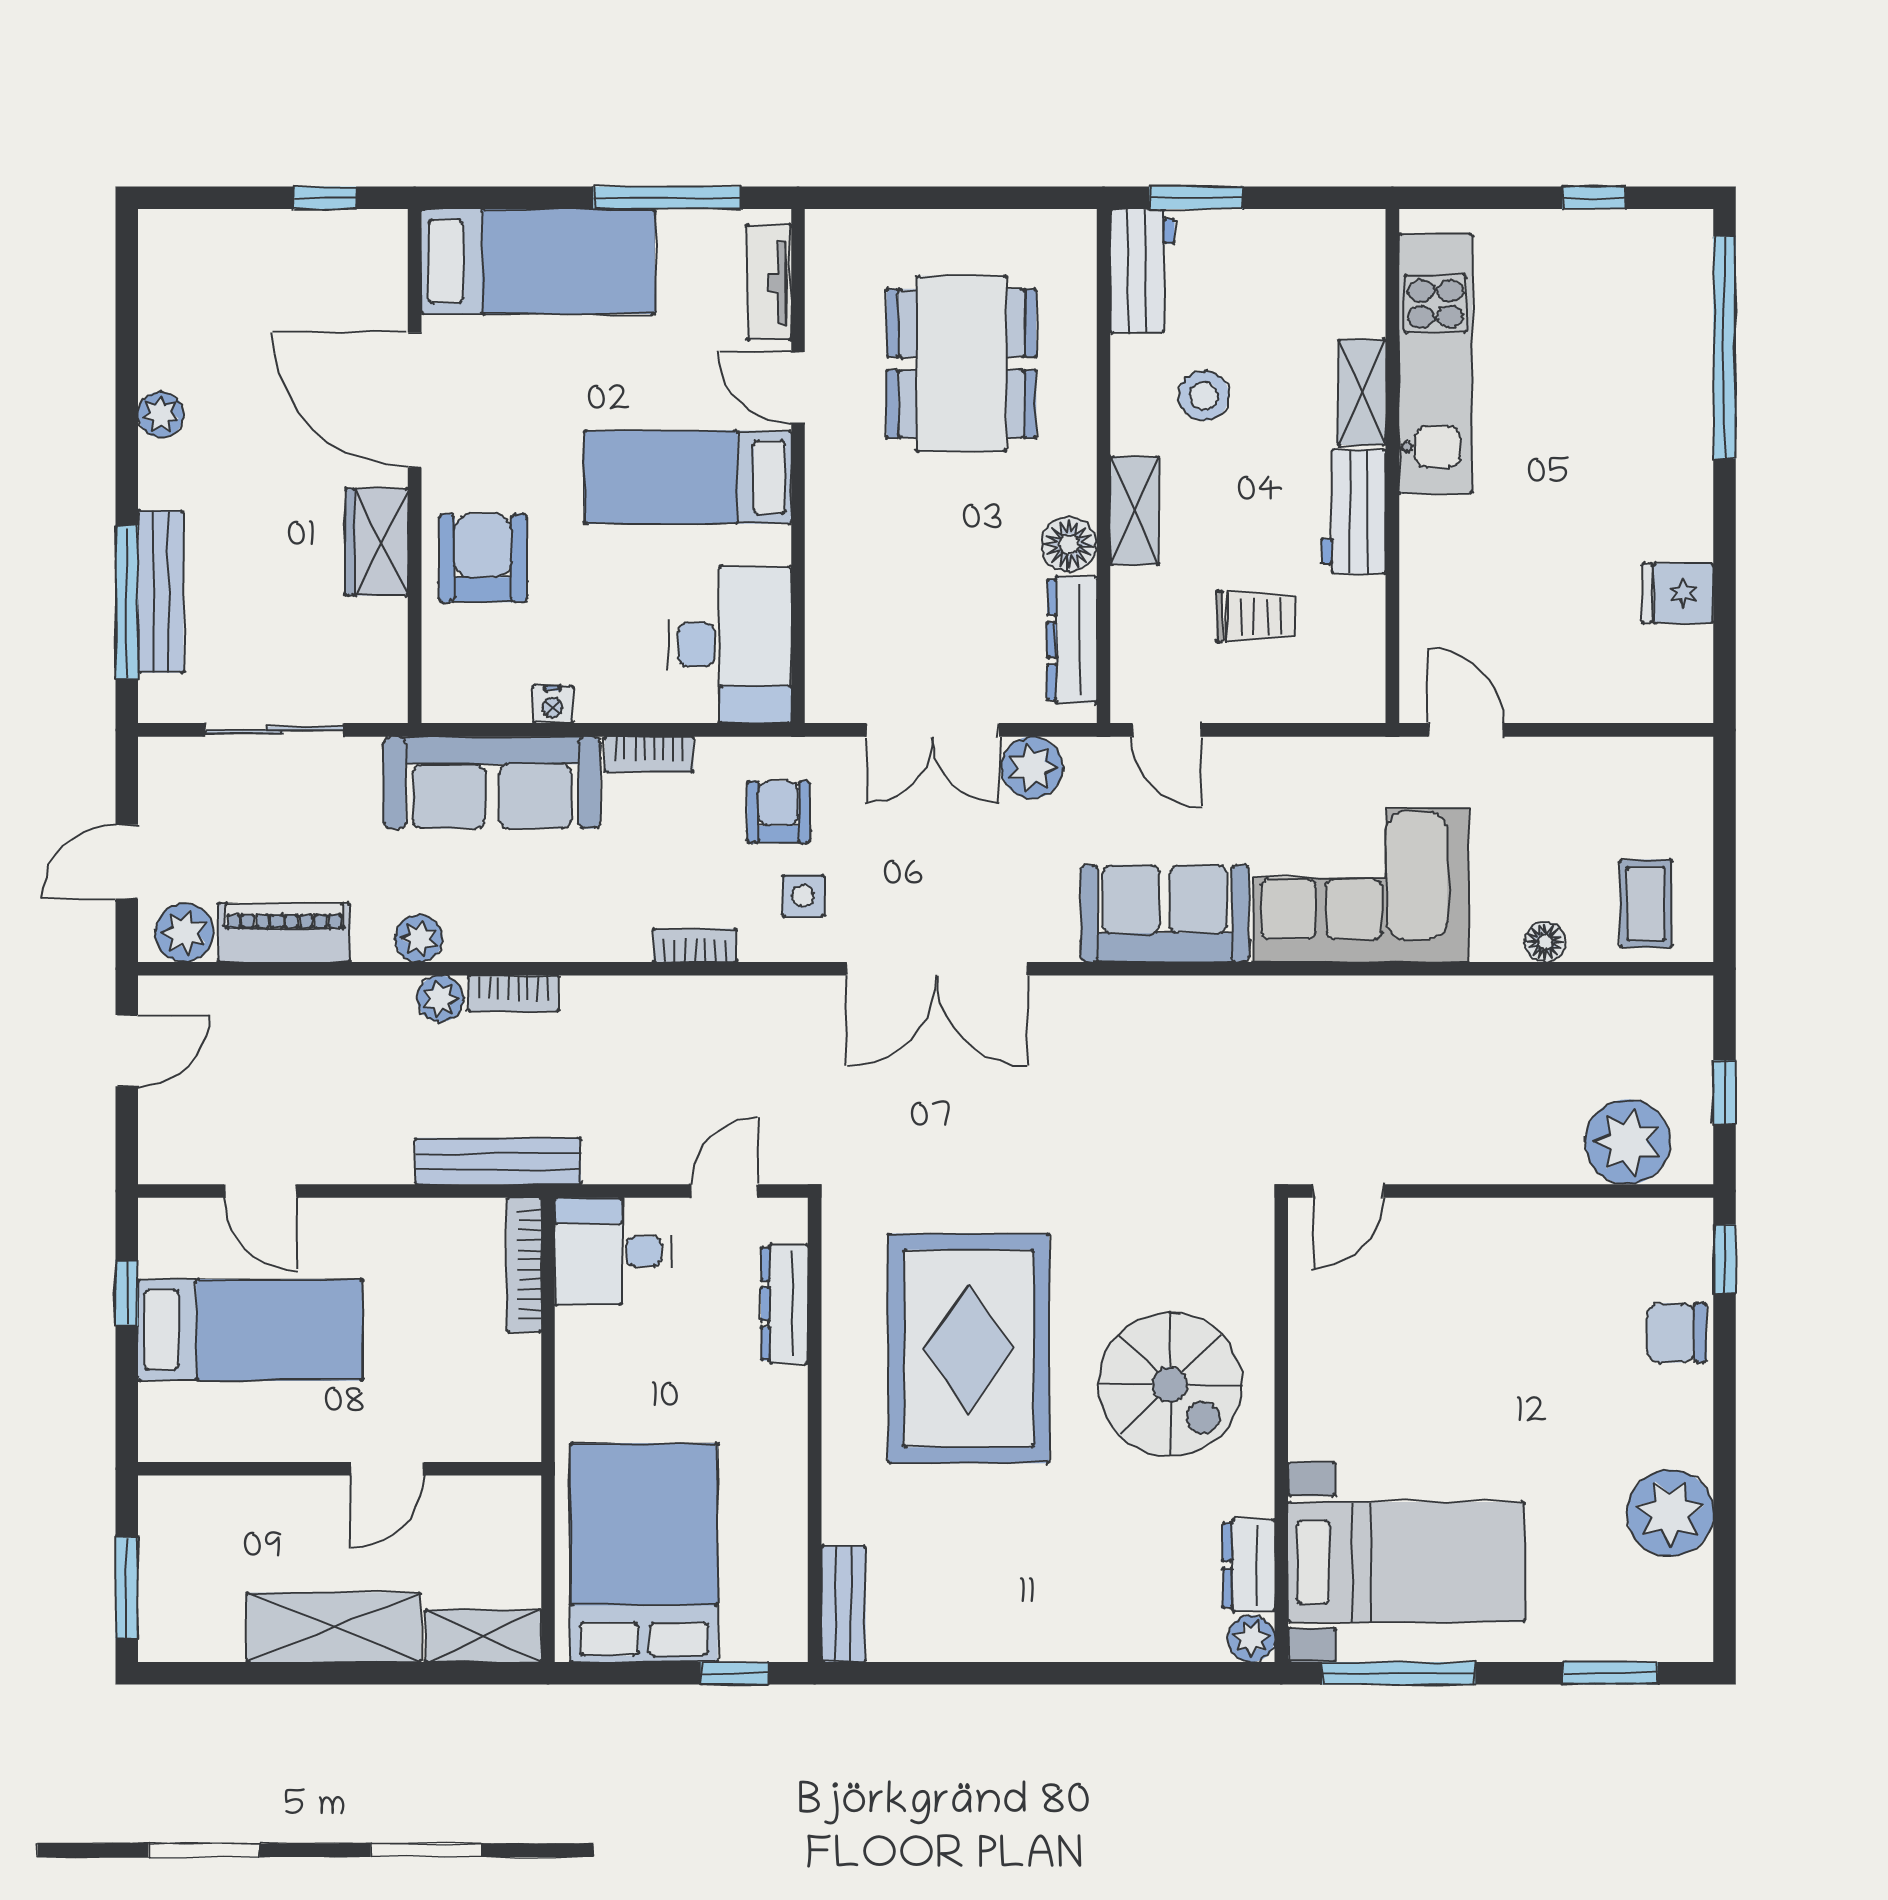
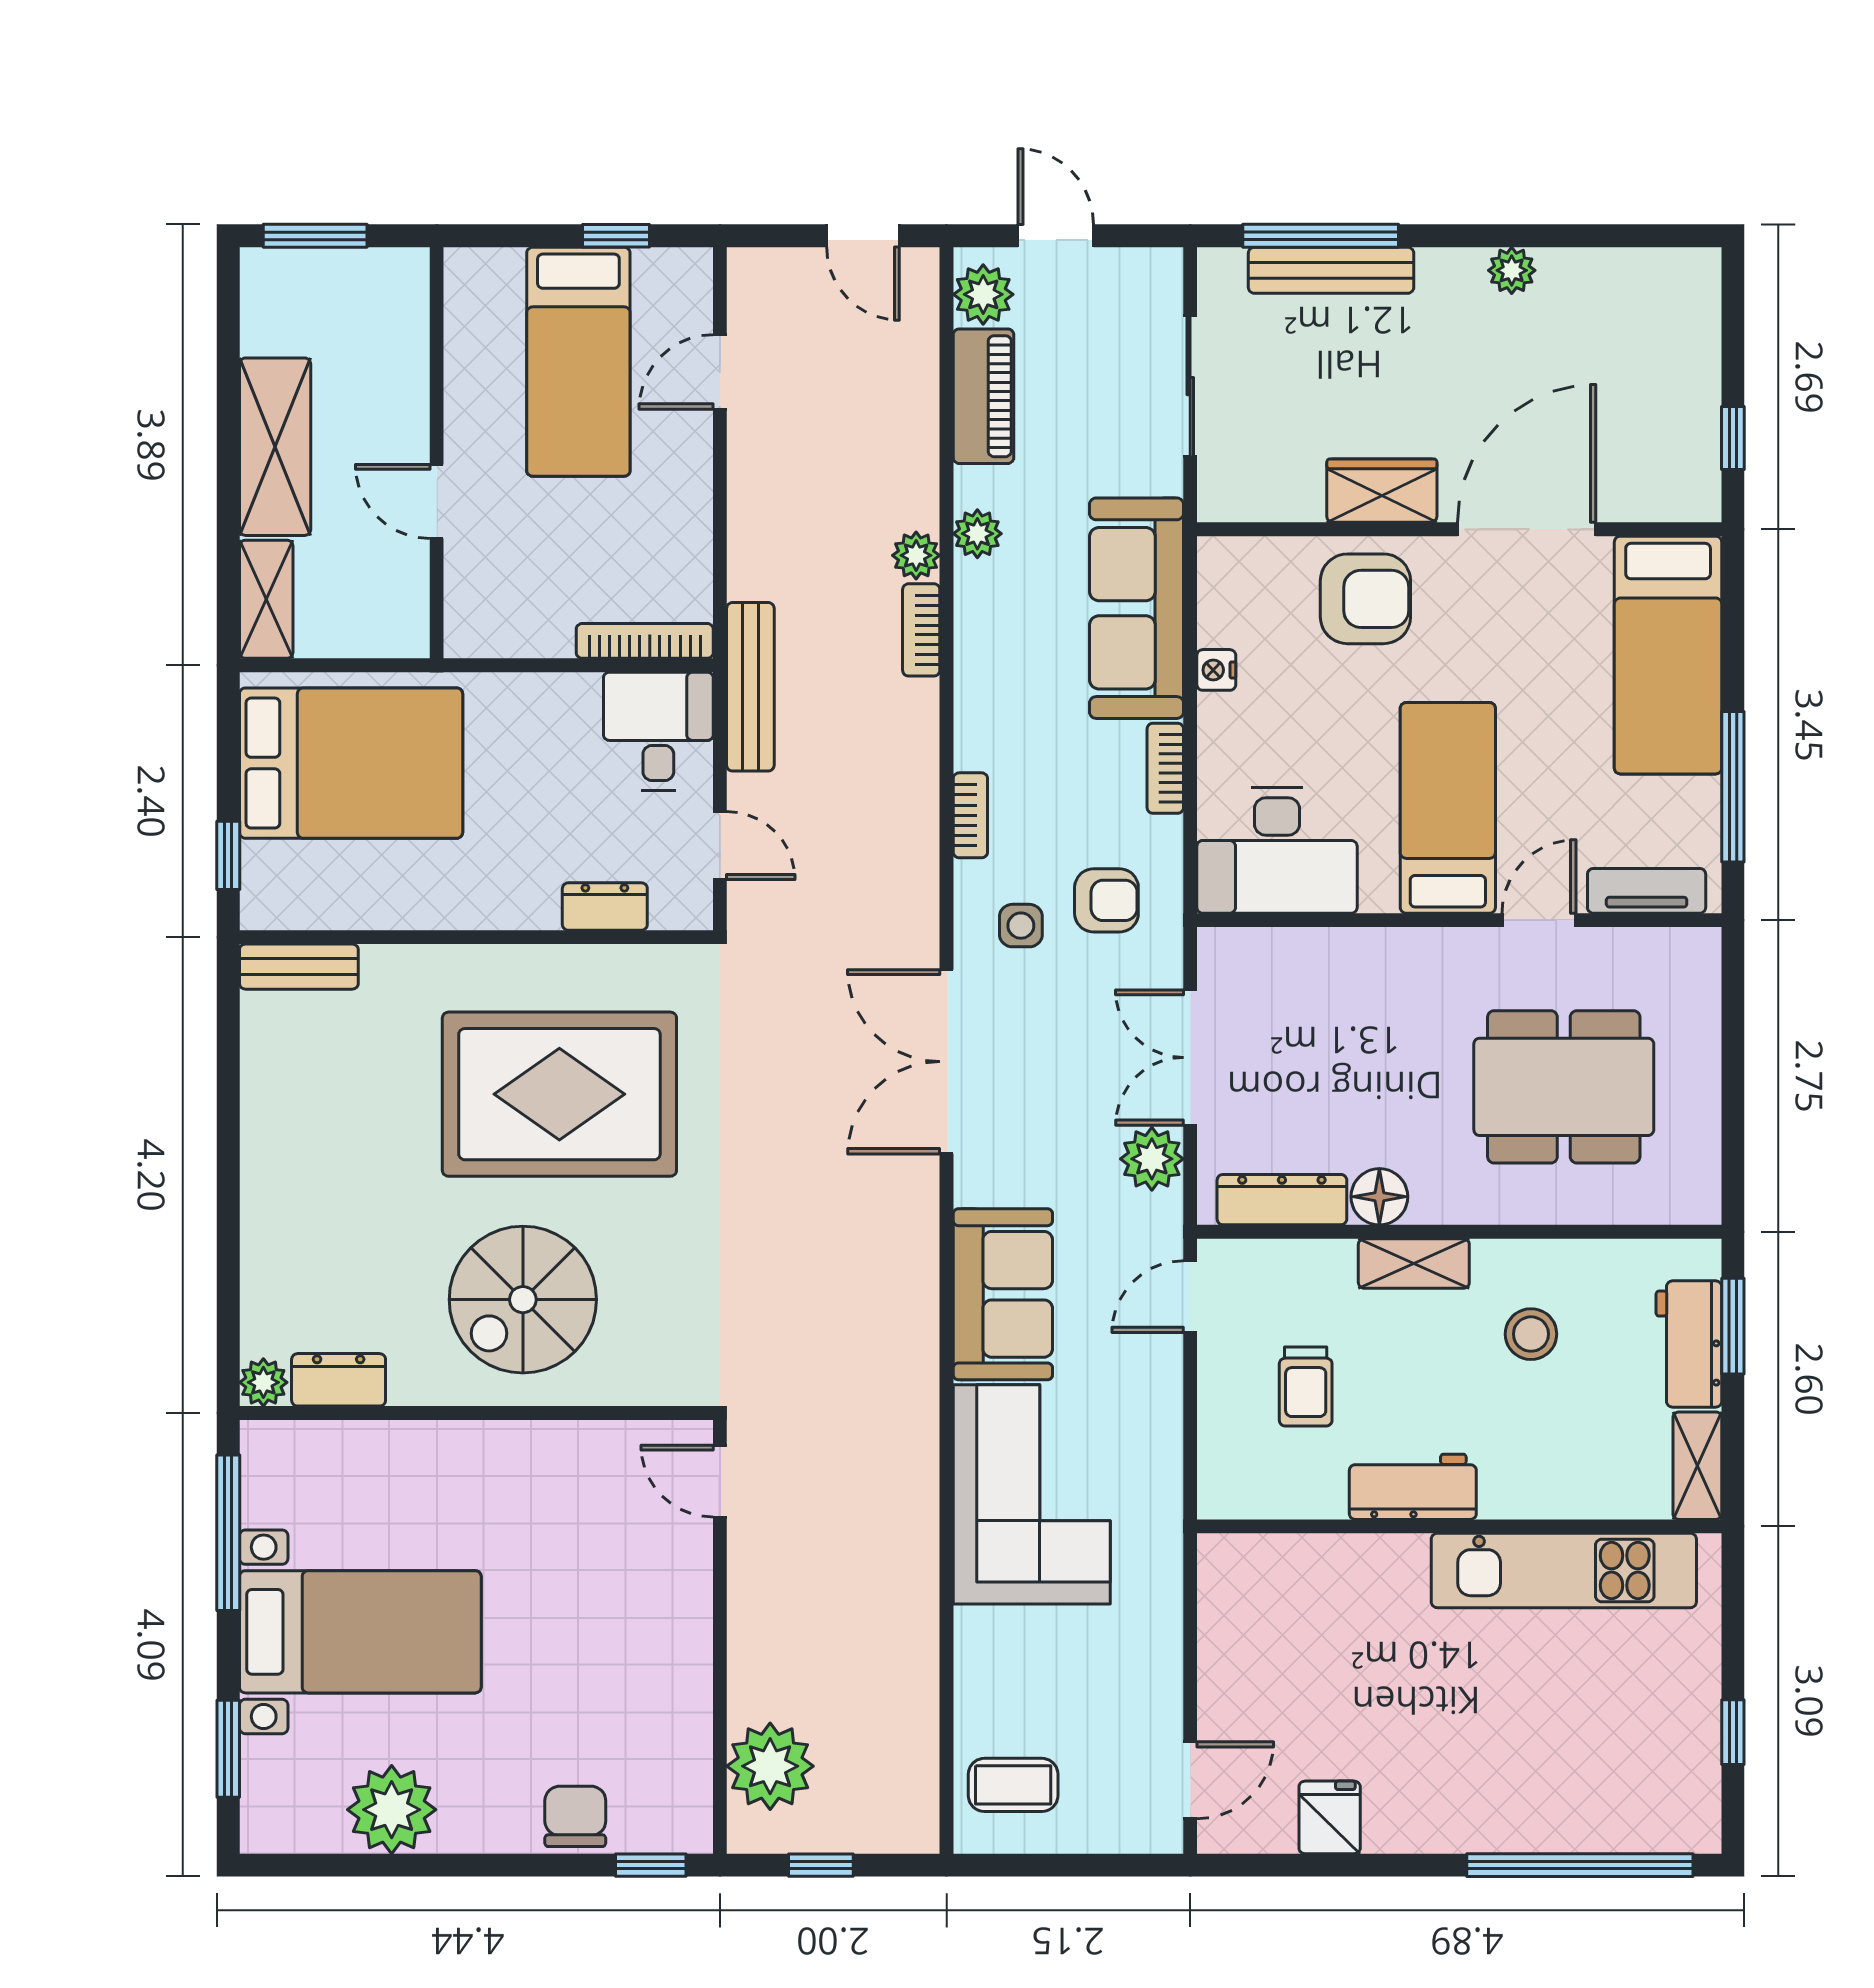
workbench: (1142, 271) -> (1689, 1344), moved, turned 90
shelving: (1362, 392) -> (1697, 1466), moved, turned 90
door: (1466, 730) -> (1190, 1780), moved
floor lamp: (1545, 942) -> (974, 1682), removed
bench: (498, 1161) -> (750, 687), moved
dresser: (785, 1304) -> (605, 907), width x0.70
bed with nightstands: (1406, 1562) -> (360, 1632), moved, turned -90

